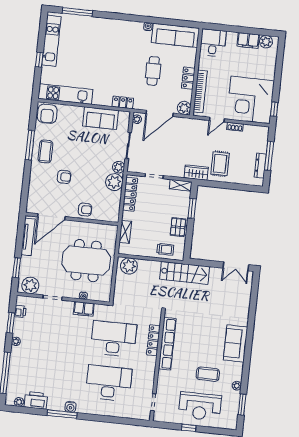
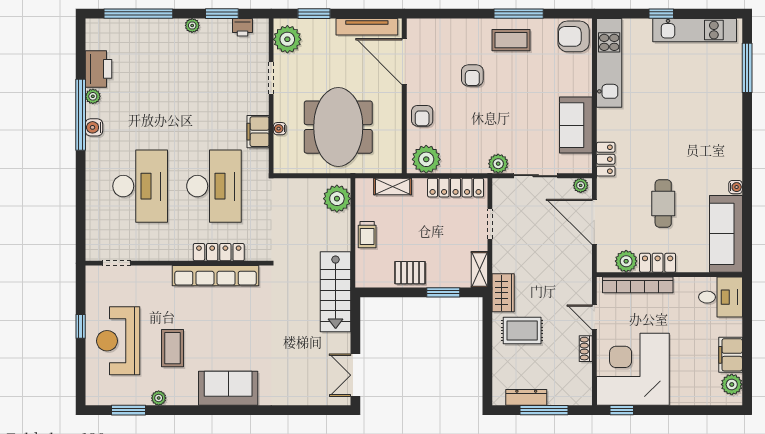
cafe table: (153, 71) -> (663, 203), turned 90
plant: (184, 108) -> (626, 261), moved
plant: (114, 182) -> (426, 159), moved
trolley: (165, 249) -> (367, 235), moved
plant: (19, 402) -> (93, 96), moved
window: (62, 414) -> (81, 115), width x1.46

